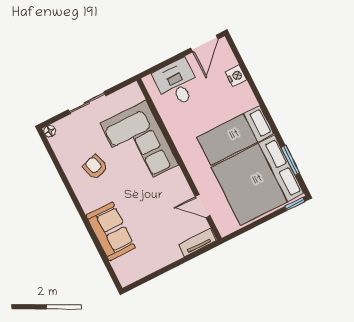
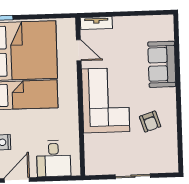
floor lamp: (50, 131) -> (173, 167), removed
corner sofa: (139, 144) -> (106, 100), moved

